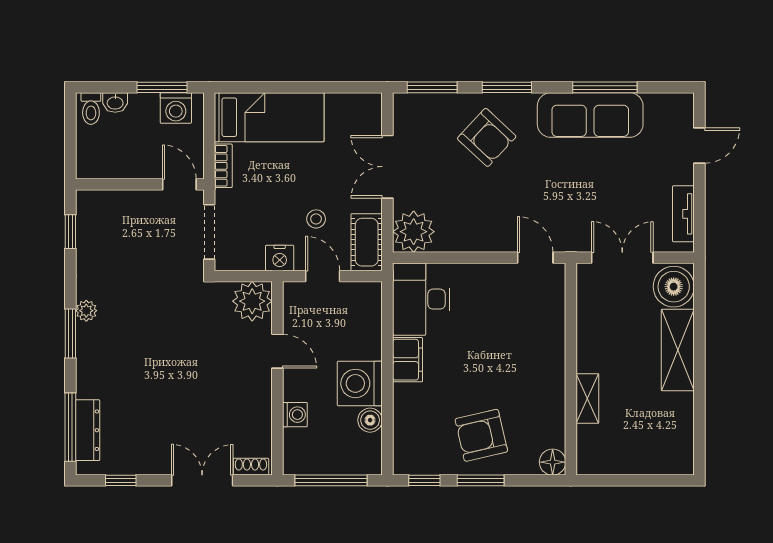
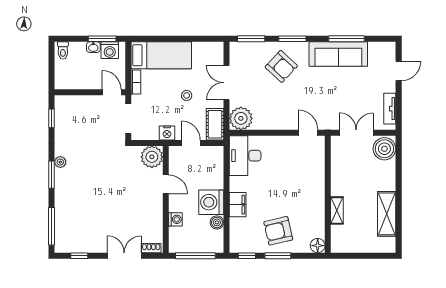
washbasin: (115, 102) -> (93, 47), moved
stool: (316, 219) -> (187, 95), moved
shelving: (678, 350) -> (387, 214), moved
filing cabinet: (408, 360) -> (238, 205), moved
dresser: (88, 430) -> (61, 228), removed

